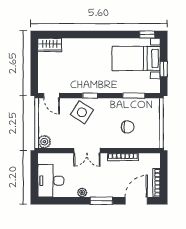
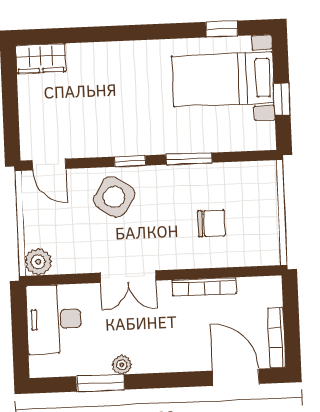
window: (147, 34) -> (222, 29), moved
window: (134, 96) -> (189, 159), moved
desk: (51, 181) -> (54, 319), moved
window: (101, 201) -> (100, 383), moved
door: (136, 201) -> (236, 377), hinge flipped

